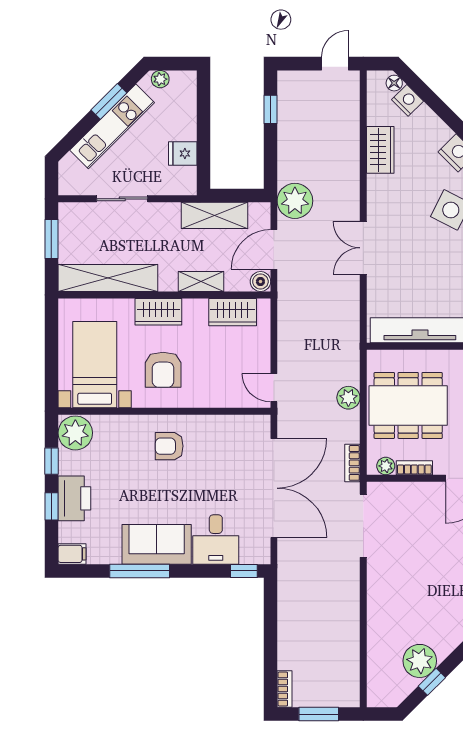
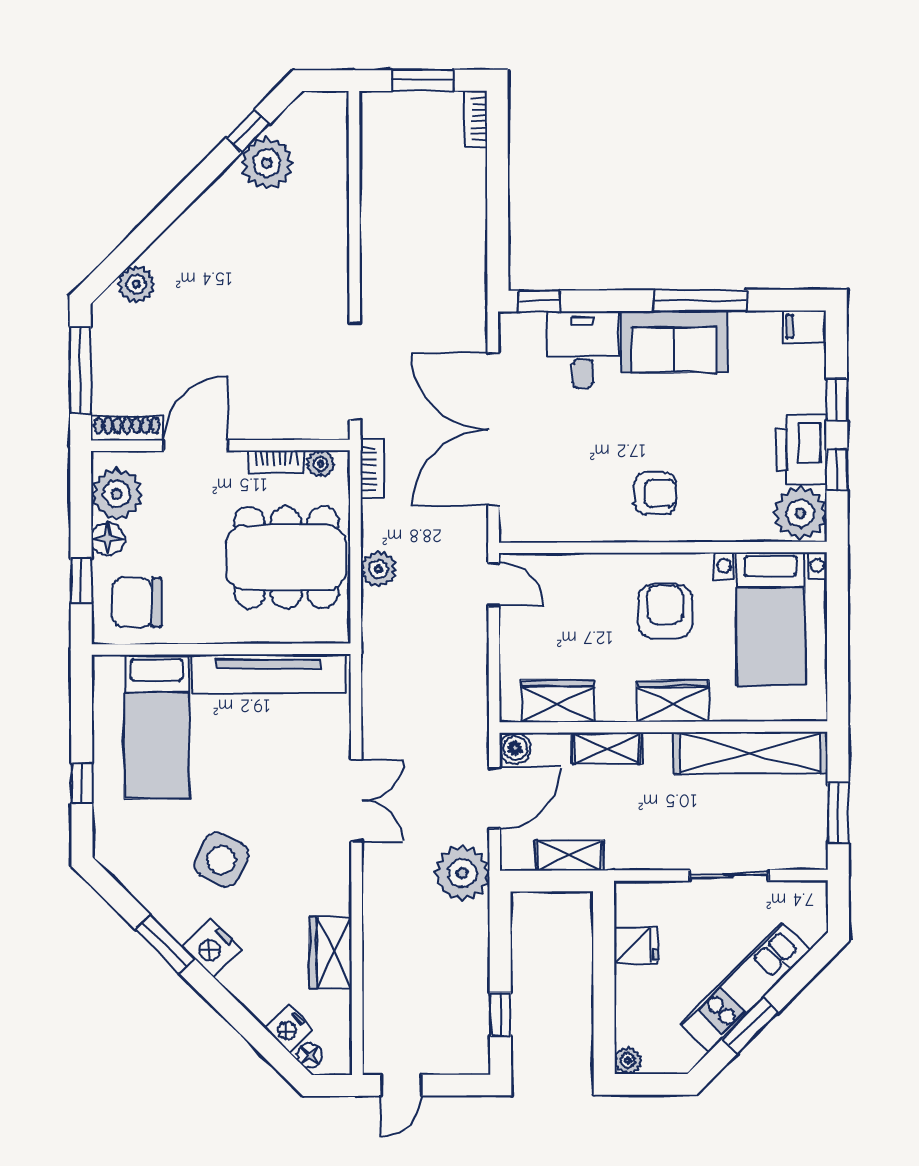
plant: (160, 79) -> (628, 1061), moved
shelving: (215, 215) -> (569, 855), width x0.67, depth x0.75
printer: (74, 498) -> (801, 449), moved

